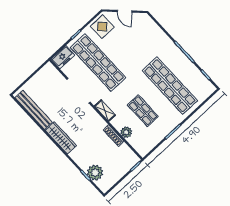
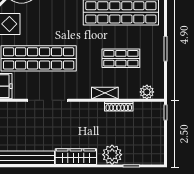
shelving: (105, 111) -> (105, 93), moved
plant: (126, 132) -> (147, 92), moved
plant: (95, 172) -> (112, 155), moved

